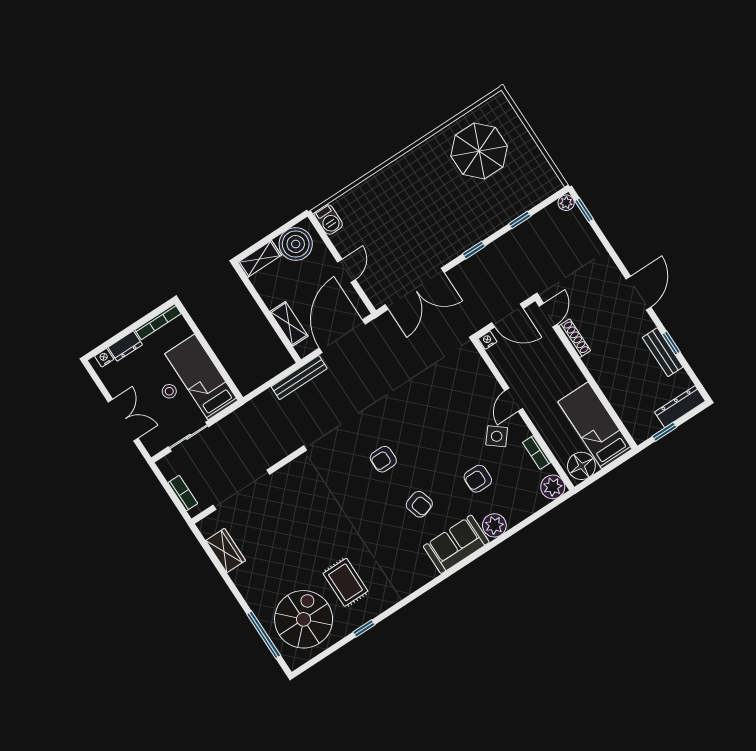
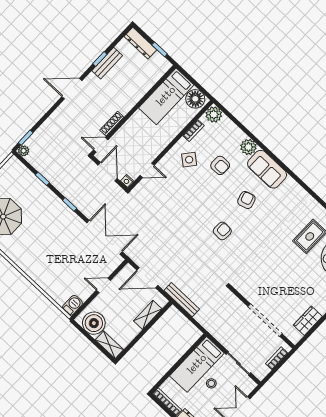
door: (342, 336) -> (147, 278), width x0.73
door: (514, 400) -> (147, 170), moved
armchair: (383, 459) -> (222, 231), turned -88

